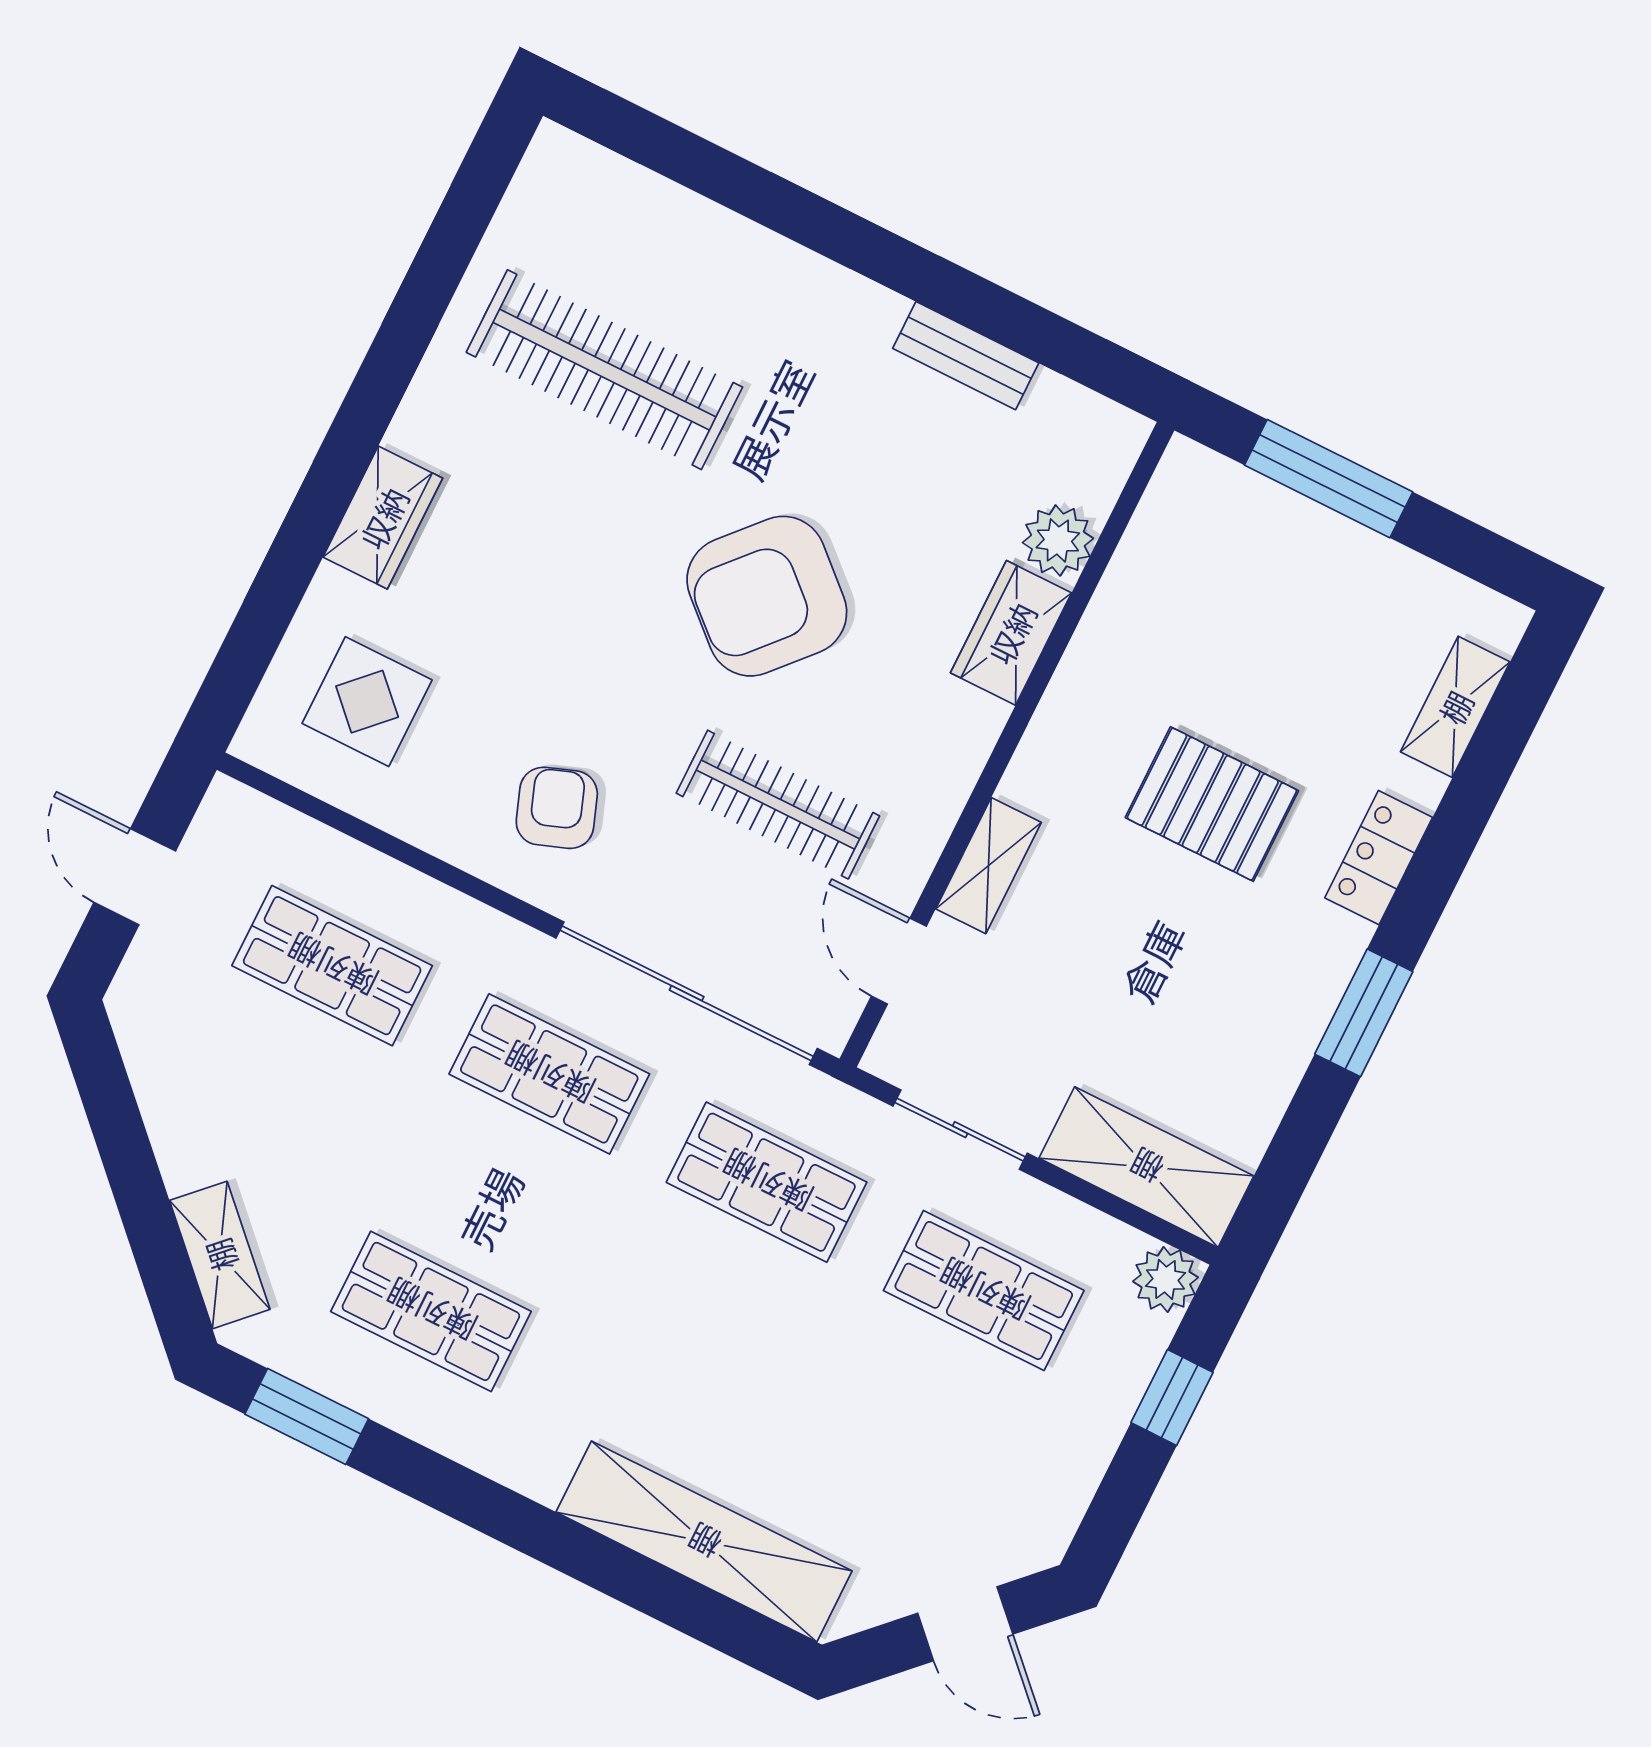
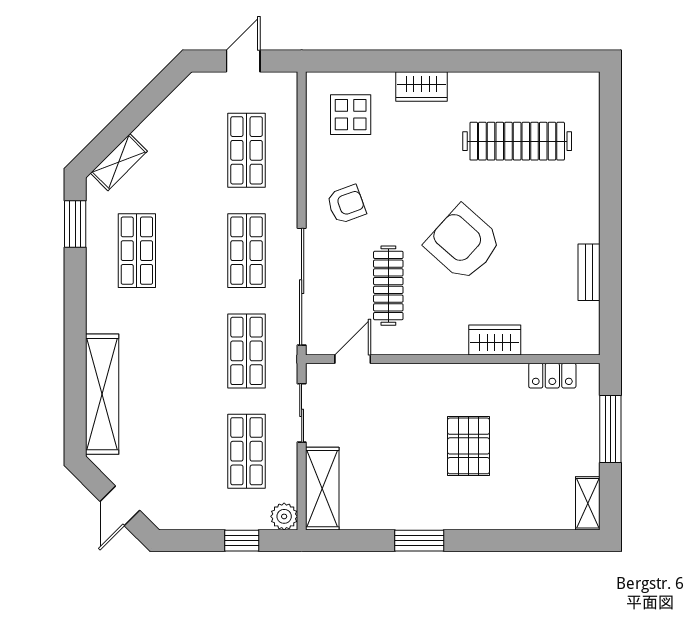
clothes rail: (604, 370) -> (517, 141), turned 90
plant: (1058, 540) -> (538, 340), removed
shelving: (1455, 707) -> (588, 503), moved, turned 90
locker: (1379, 858) -> (552, 376), moved, turned 180
shelving: (988, 866) -> (405, 375), removed

